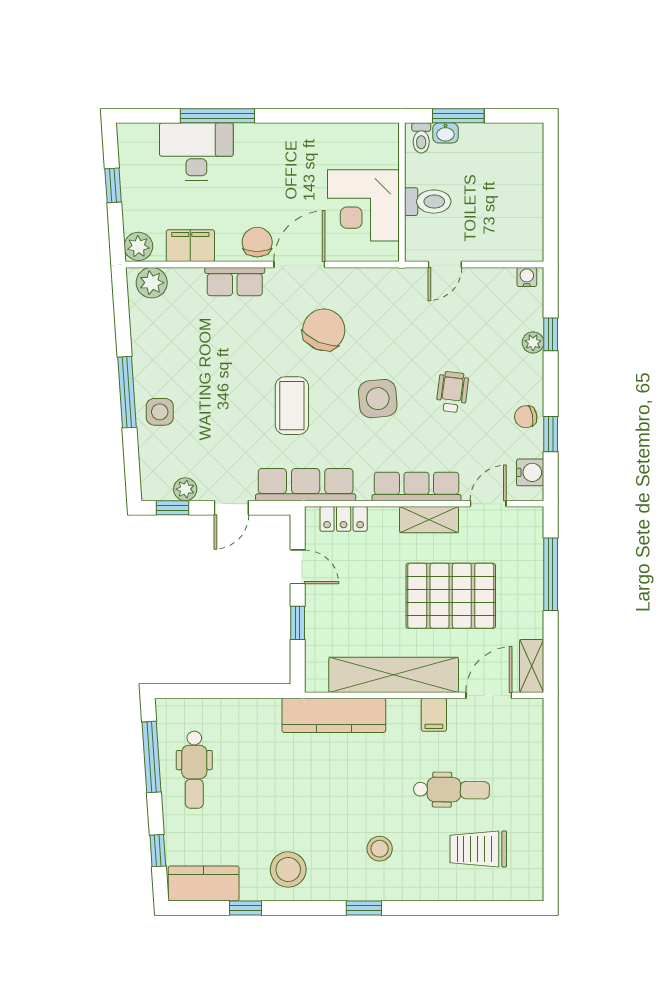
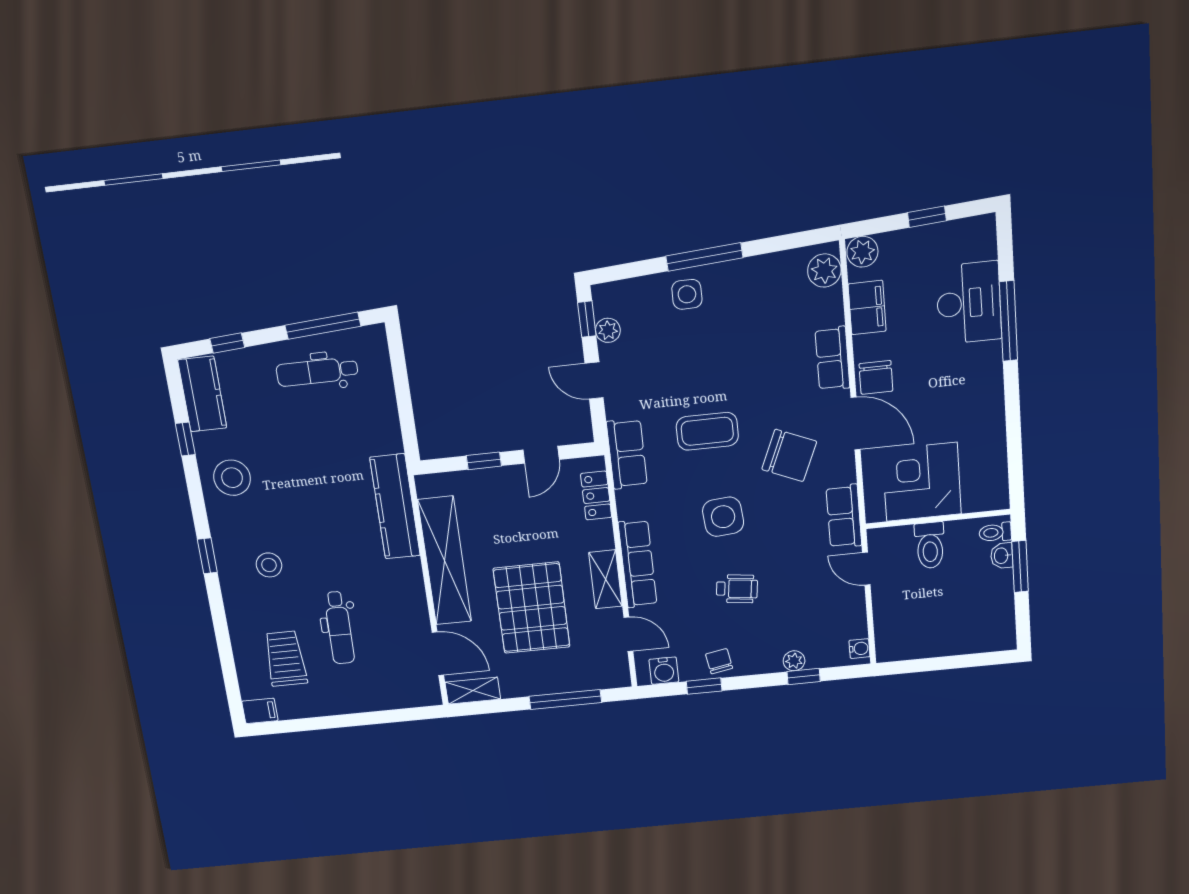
chair: (257, 242) -> (876, 377), turned 90
row of seats: (390, 282) -> (844, 516), added
row of seats: (306, 485) -> (627, 454), width x0.68
filing cabinet: (434, 715) -> (260, 711), moved, turned 180

